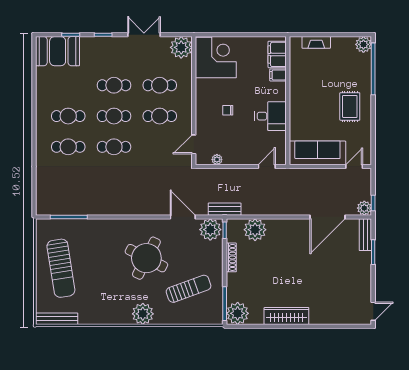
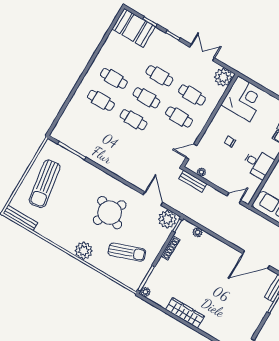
bench: (225, 209) -> (193, 181), moved
plant: (255, 230) -> (198, 232), width x0.53, depth x0.53
plant: (238, 313) -> (145, 292), width x0.53, depth x0.53

